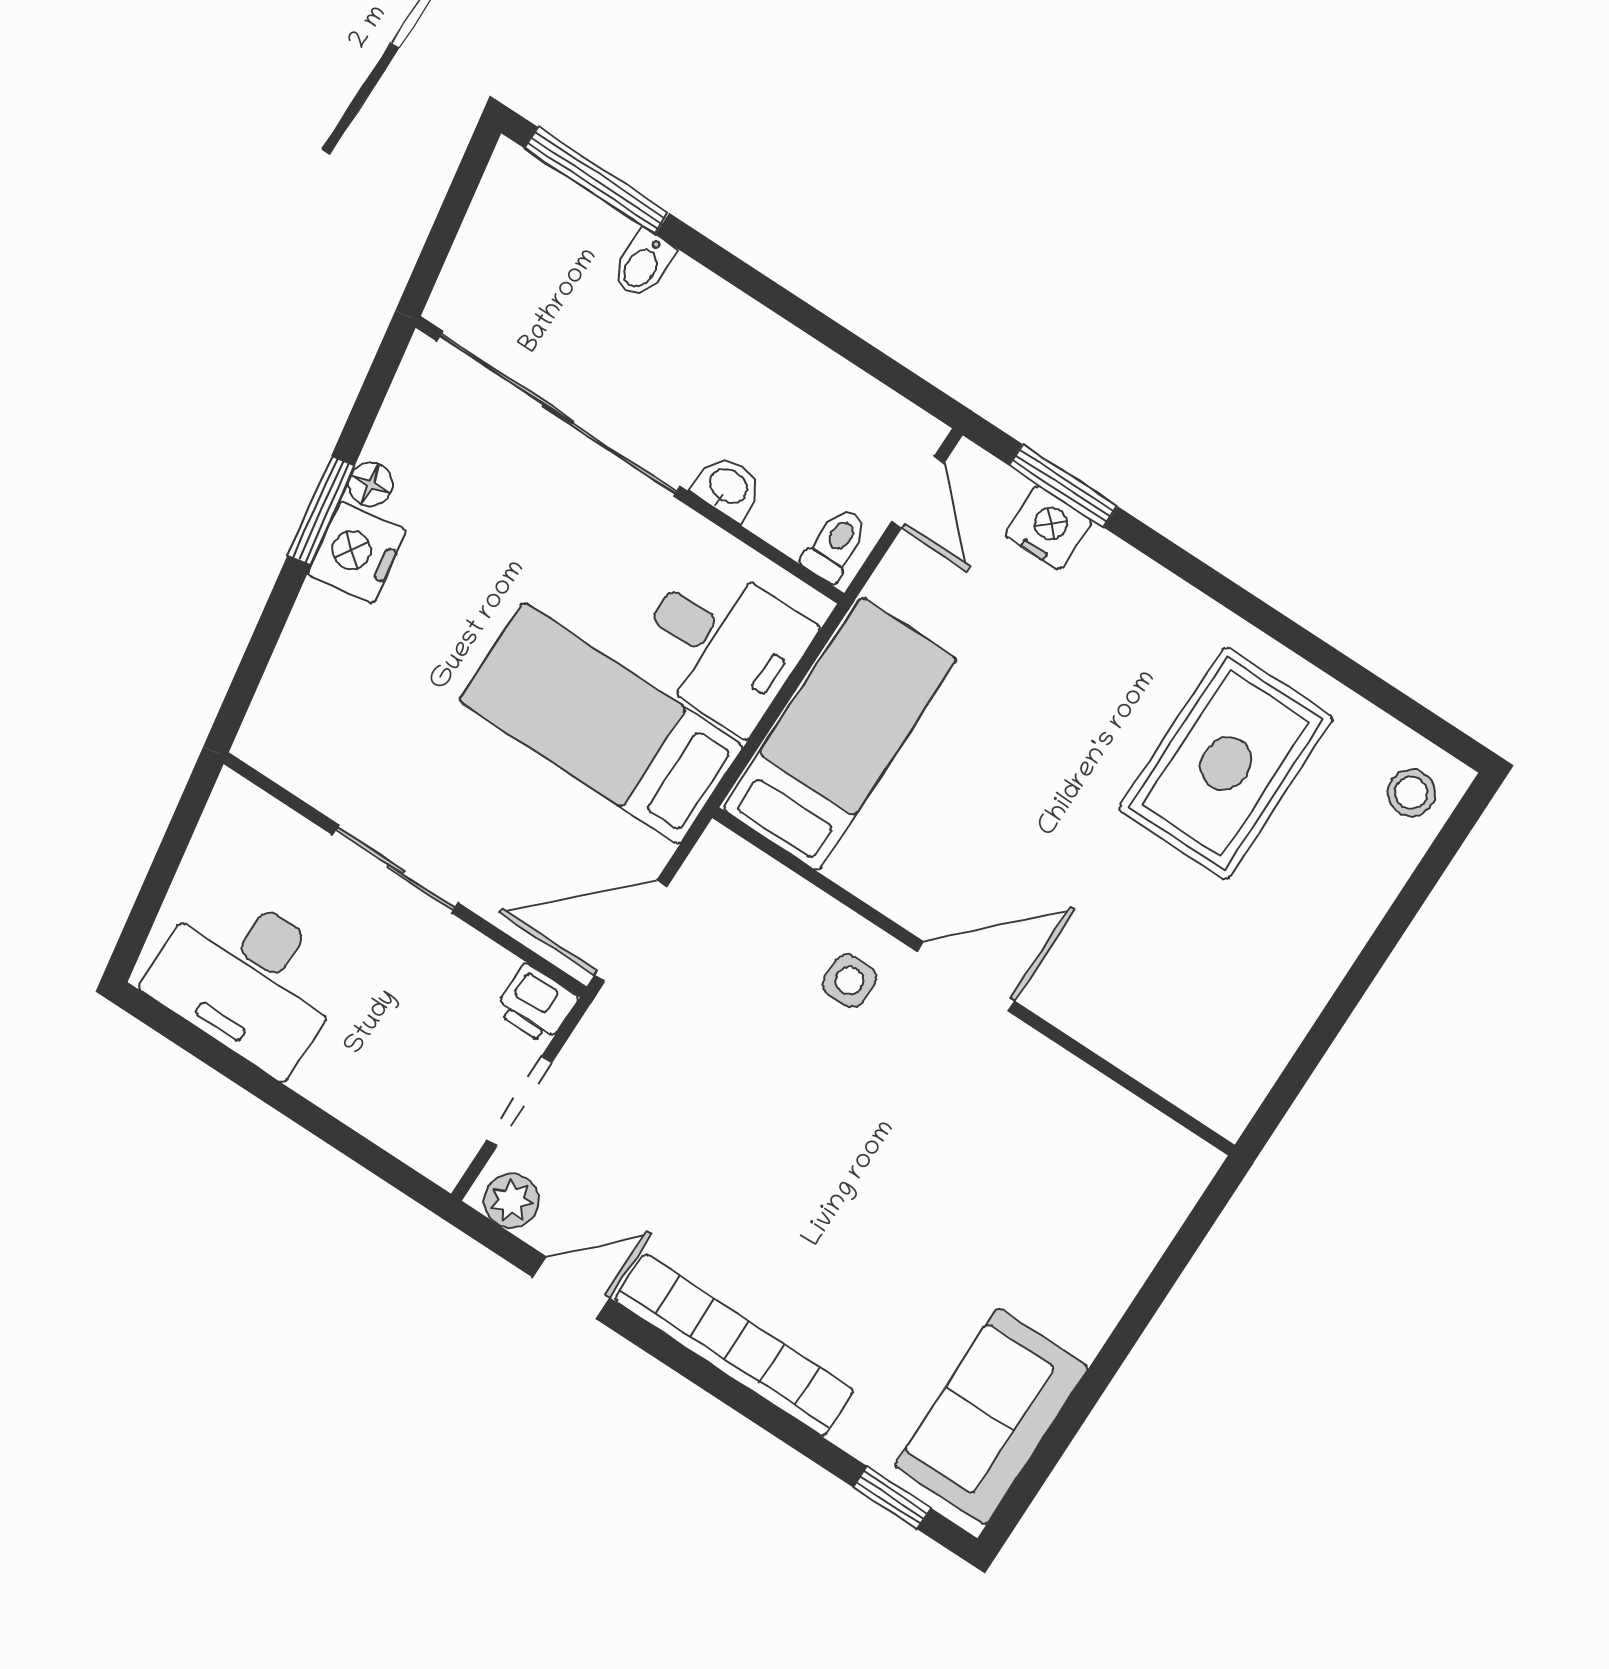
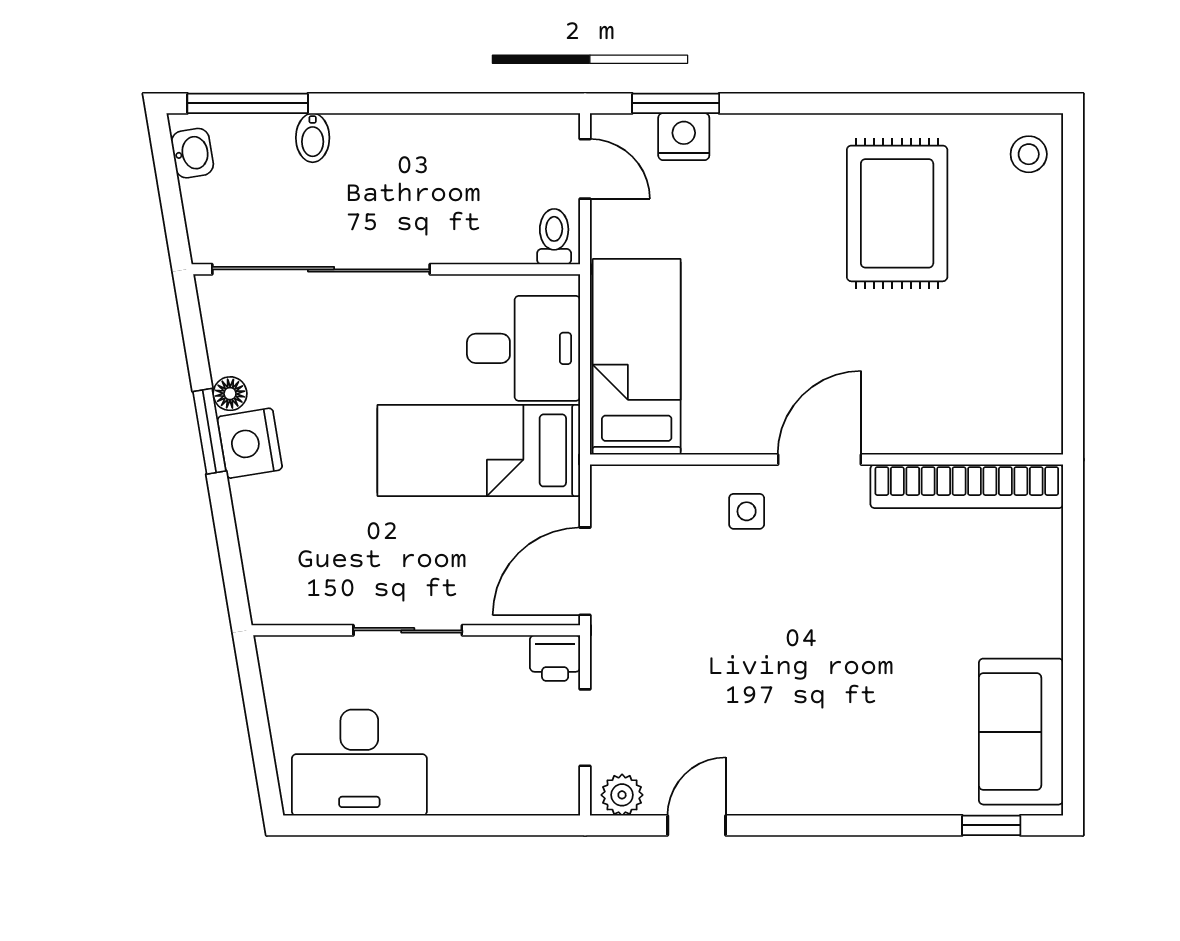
washbasin: (728, 487) -> (192, 153), moved, turned 81
bookcase: (734, 1345) -> (967, 486), moved, turned 180

